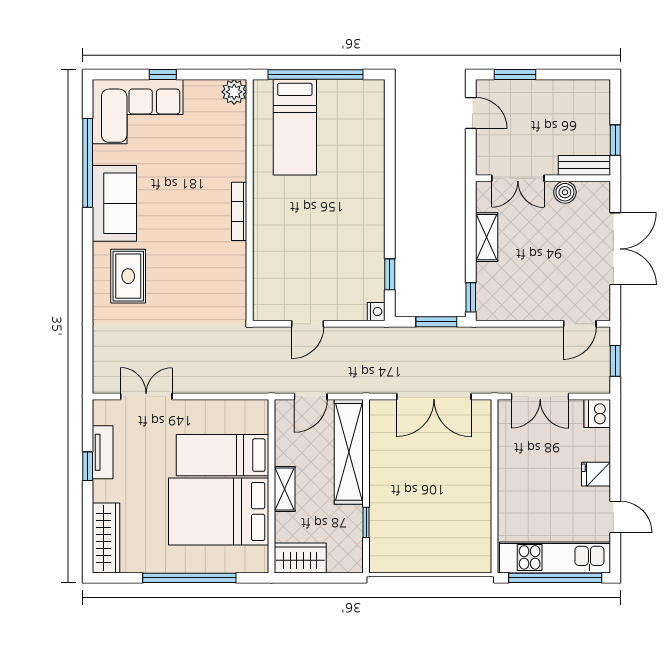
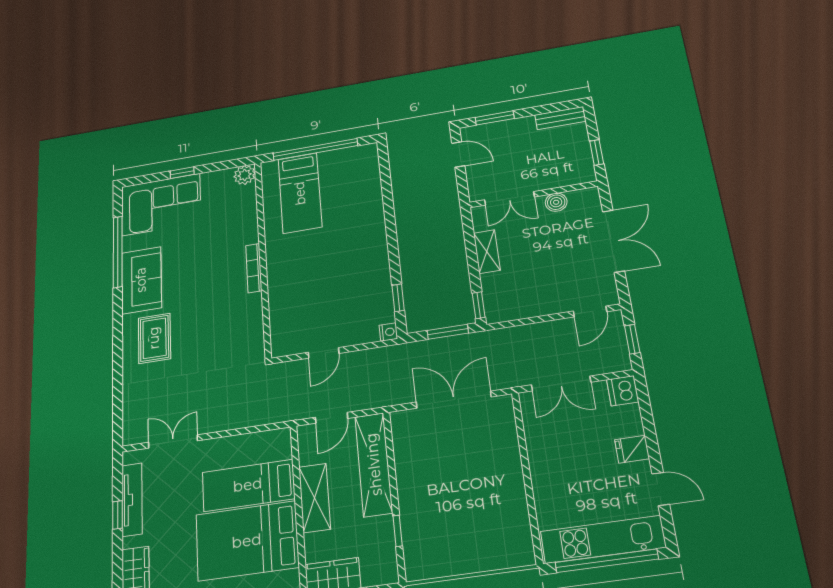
bench: (584, 165) -> (560, 118), moved
double door: (434, 396) -> (454, 400), swing flipped
tv unit: (103, 452) -> (132, 500), width x1.41
shelving: (285, 489) -> (315, 498), width x1.50, depth x1.33

